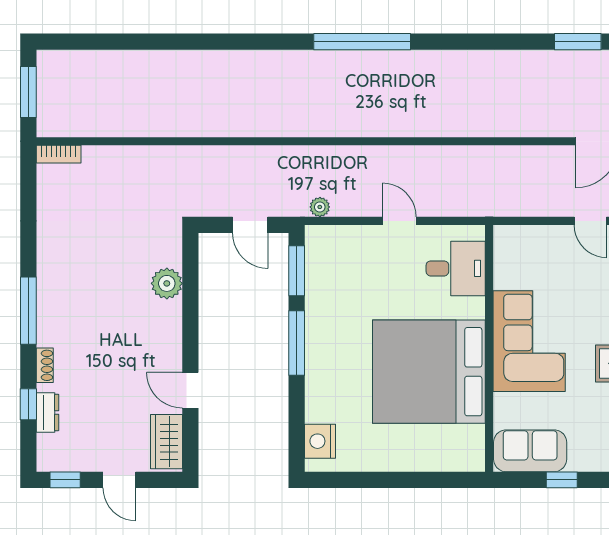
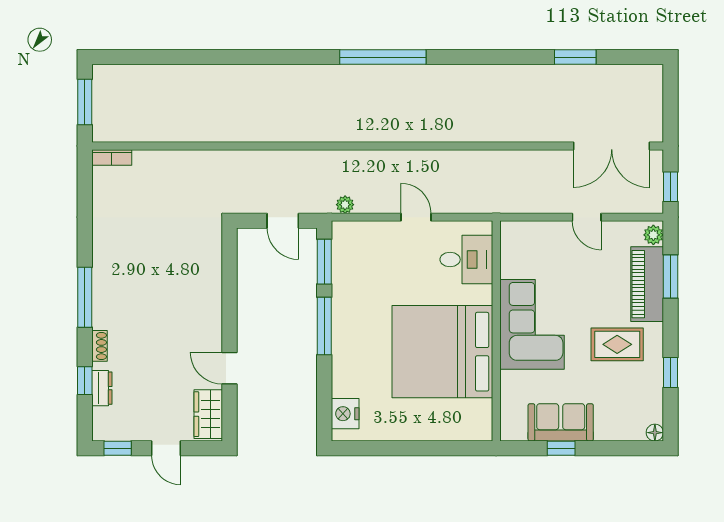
plant: (167, 283) -> (208, 273), removed
sofa: (530, 451) -> (561, 422), moved

